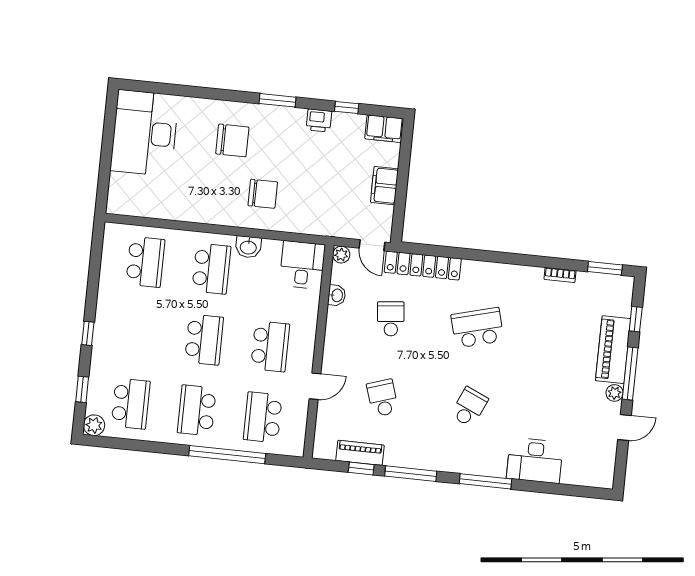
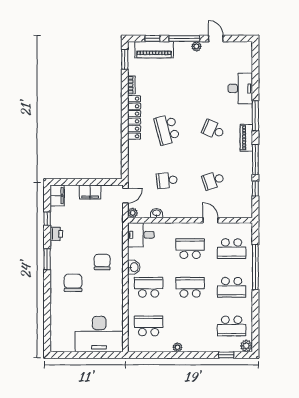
desk: (145, 133) -> (99, 334), moved
locker: (423, 265) -> (134, 117), moved
plant: (104, 307) -> (178, 347), added
window: (88, 333) -> (193, 355), removed
piano: (613, 350) -> (154, 50), moved
school desk: (131, 404) -> (232, 326), turned 180
piano: (360, 453) -> (246, 138), moved

